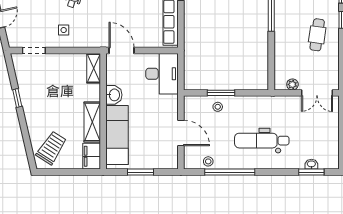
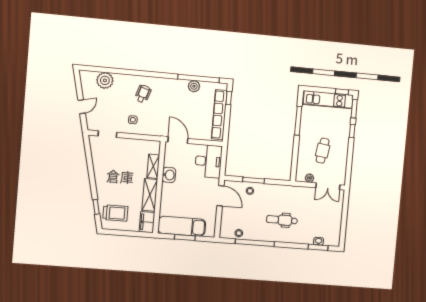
cafe table: (317, 35) -> (323, 151), moved
shelving: (94, 68) -> (153, 166), moved
window: (17, 98) -> (96, 207), moved
door: (181, 133) -> (220, 196), moved
exam couch: (117, 135) -> (182, 226), moved, turned -90
dental chair: (262, 141) -> (282, 220), width x0.73, depth x0.72
trolley: (51, 148) -> (115, 213), turned 57

